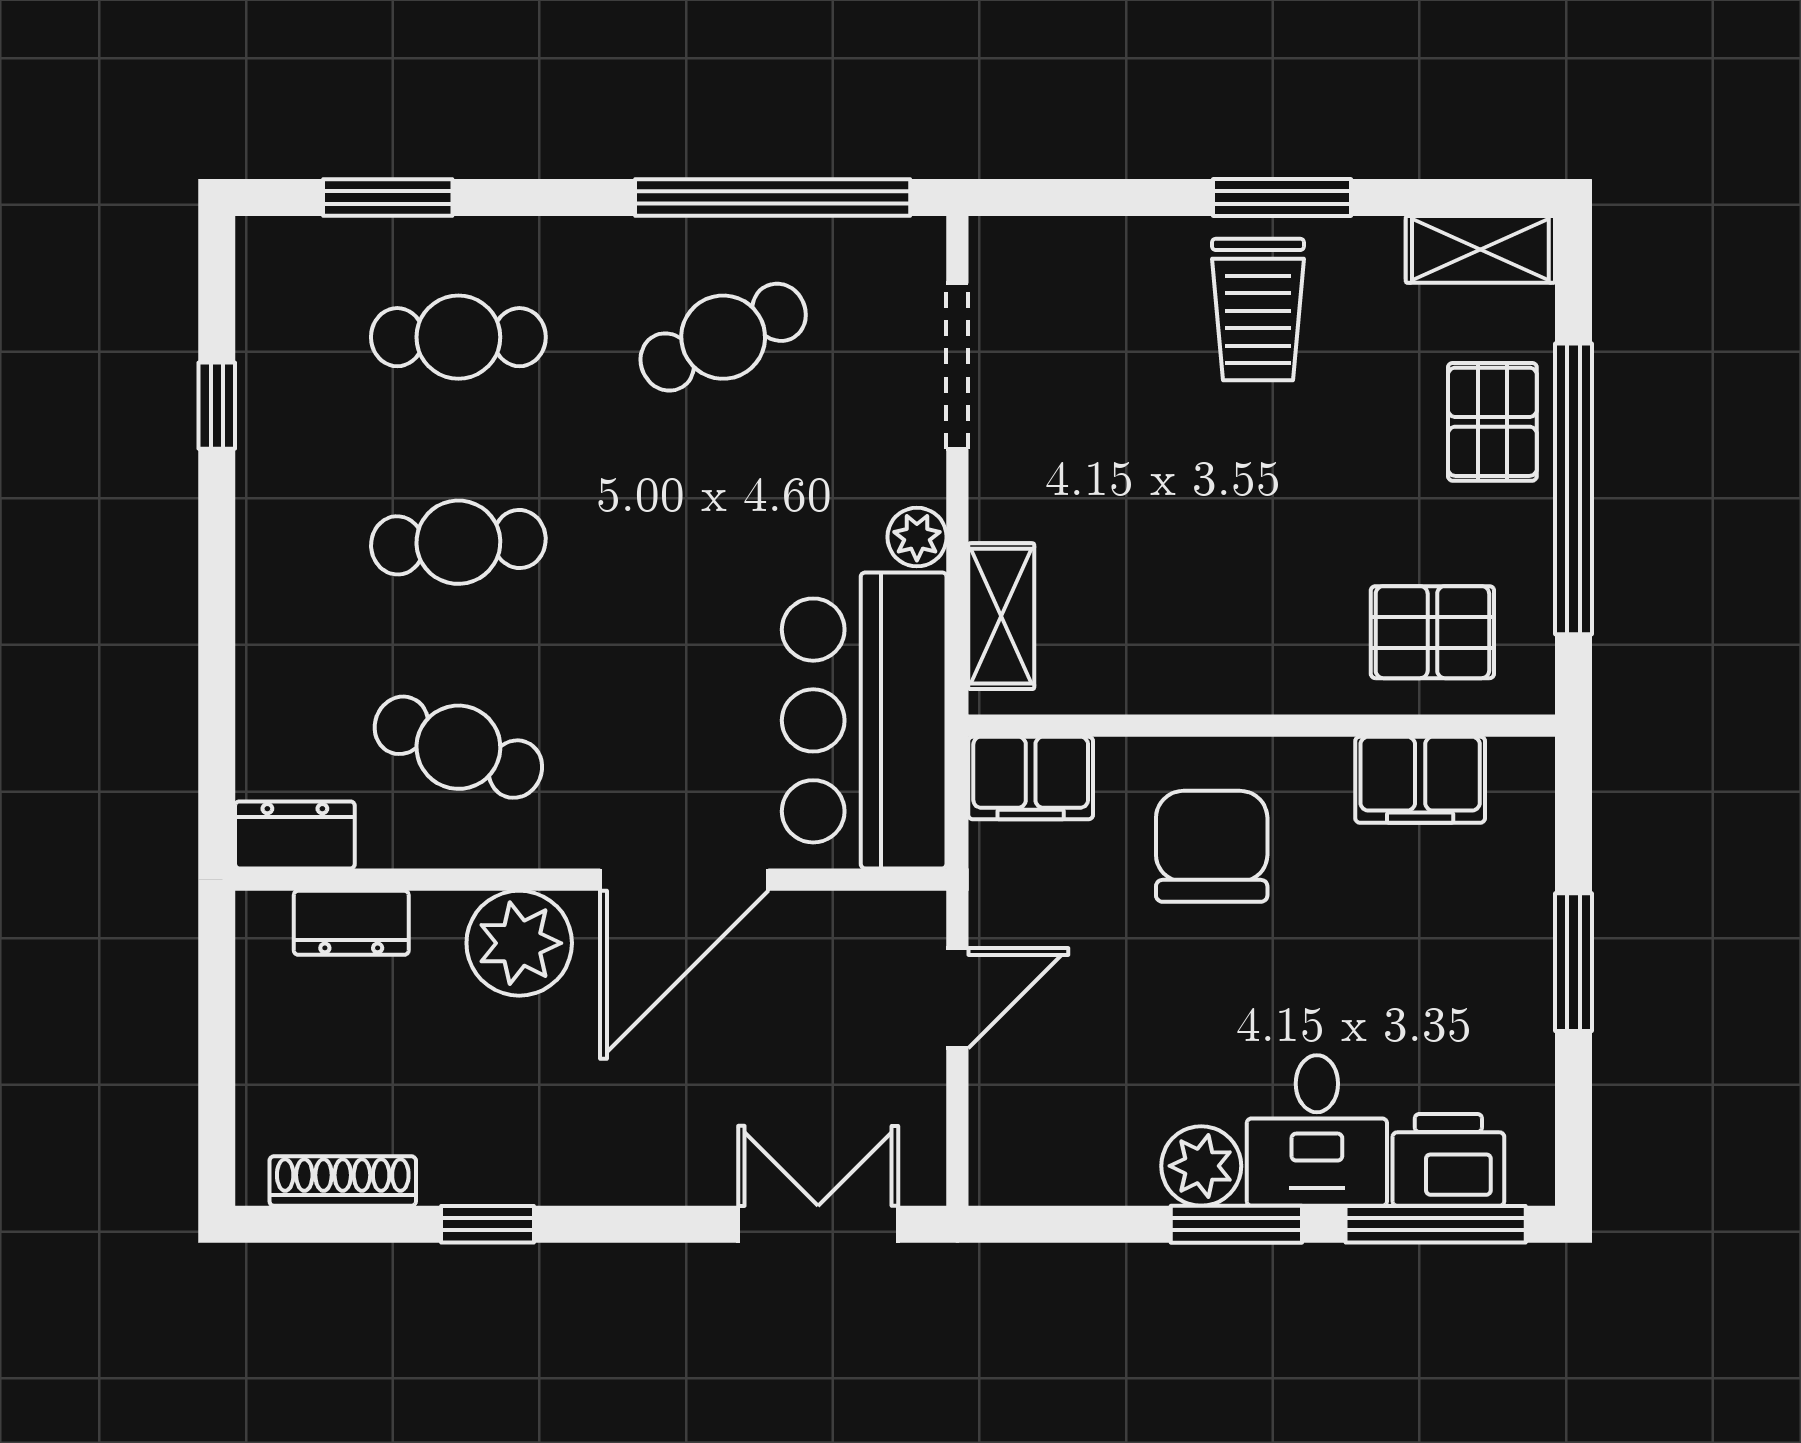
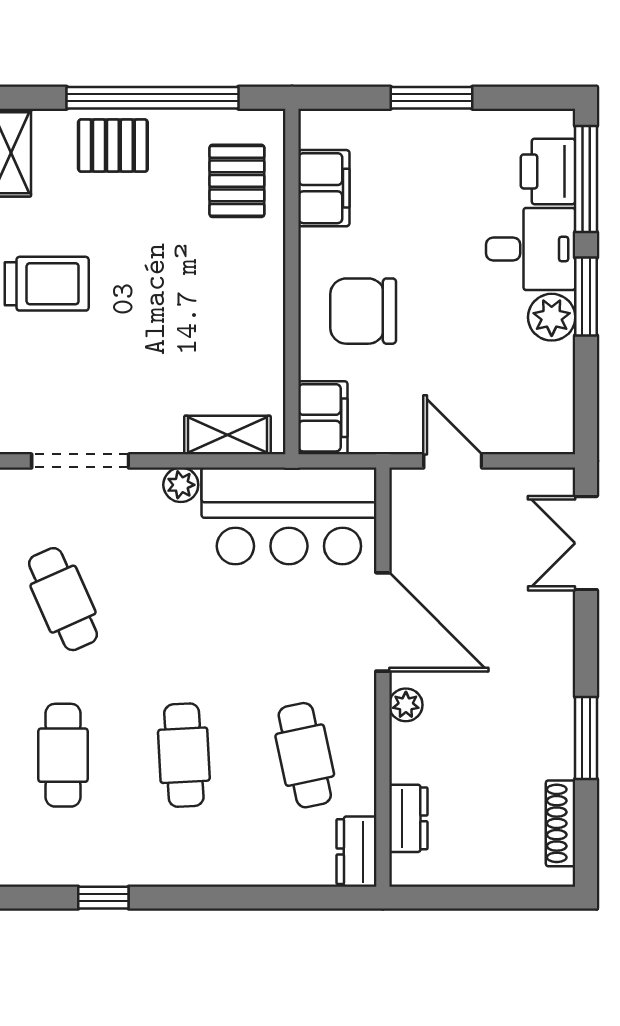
cafe table: (458, 747) -> (305, 755), turned -33
plant: (519, 943) -> (406, 705), width x0.53, depth x0.53
window: (487, 1224) -> (586, 738), width x1.50

